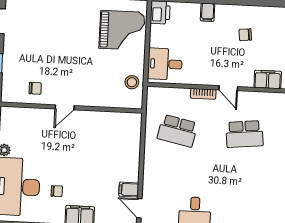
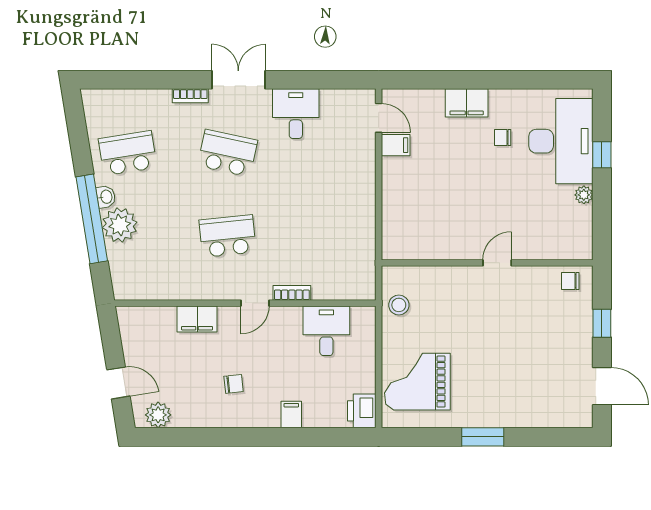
desk: (165, 64) -> (326, 331), moved, turned -90
chair: (35, 88) -> (570, 281), moved
door: (228, 88) -> (255, 303), swing flipped
school desk: (177, 131) -> (228, 153), moved

